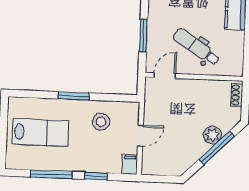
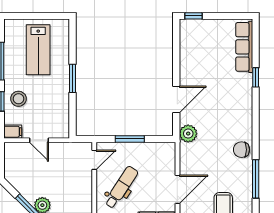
door: (165, 76) -> (94, 160), hinge flipped
stool: (101, 122) -> (18, 99), moved

